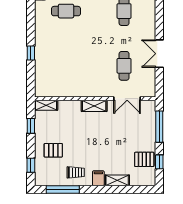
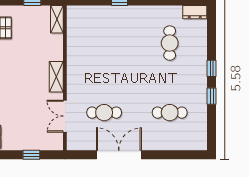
double door: (159, 54) -> (119, 155), width x1.37
window: (159, 127) -> (31, 155), width x0.46

